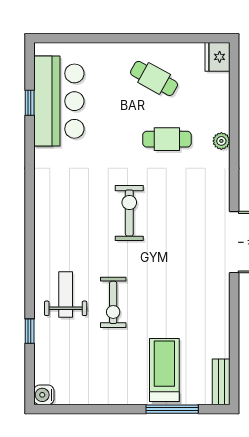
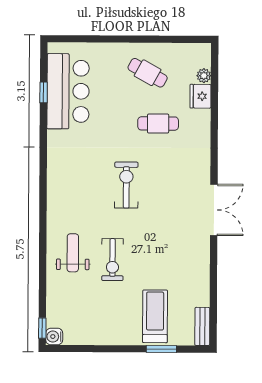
fridge: (218, 57) -> (201, 96), moved
plant: (221, 141) -> (204, 76), moved
window: (30, 331) -> (42, 328), moved
window: (172, 409) -> (161, 349), width x0.69

